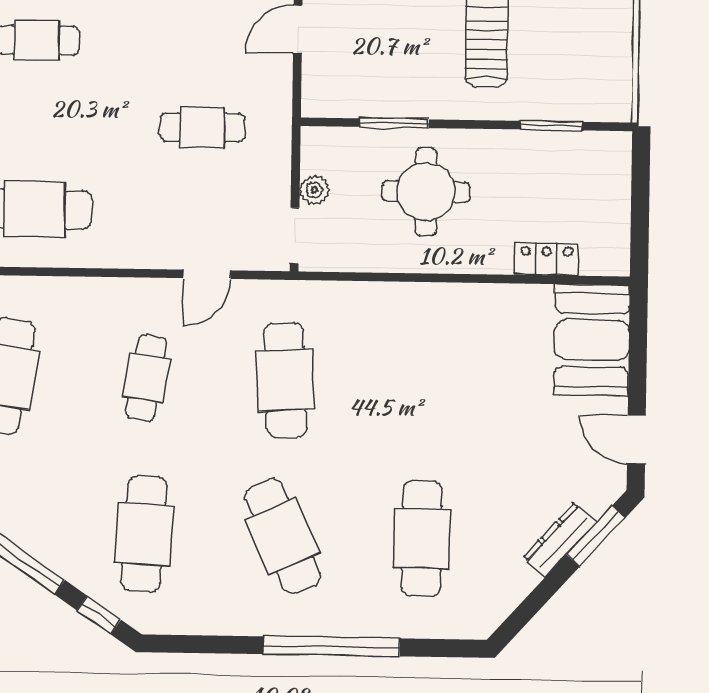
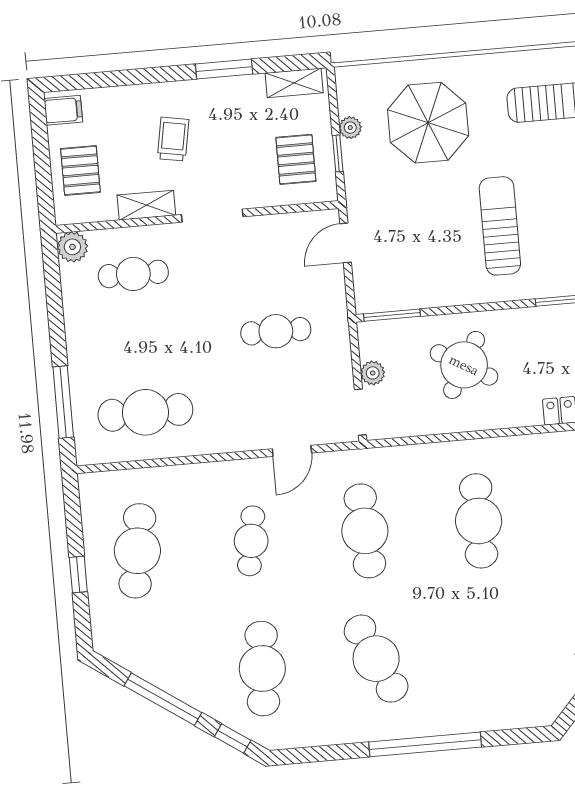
window: (394, 123) -> (392, 315), moved
round table: (426, 192) -> (464, 365), turned 30
cafe table: (422, 538) -> (479, 521), moved

